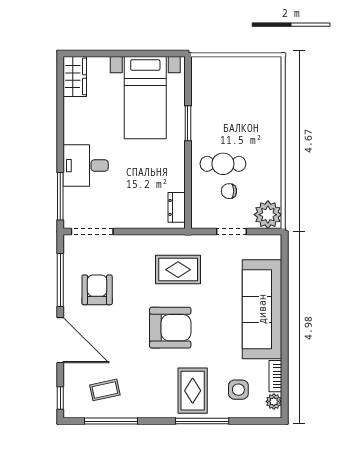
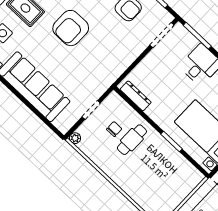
dresser: (177, 207) -> (136, 96), width x1.44
plant: (268, 215) -> (75, 138), width x0.53, depth x0.53
rug: (178, 270) -> (98, 62), removed

